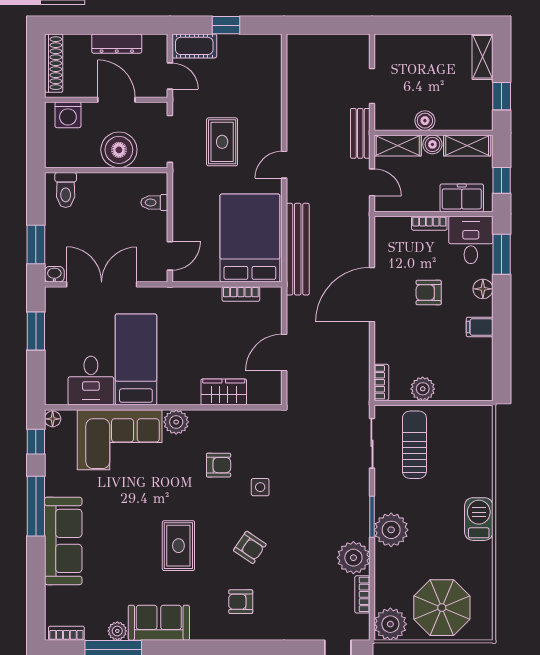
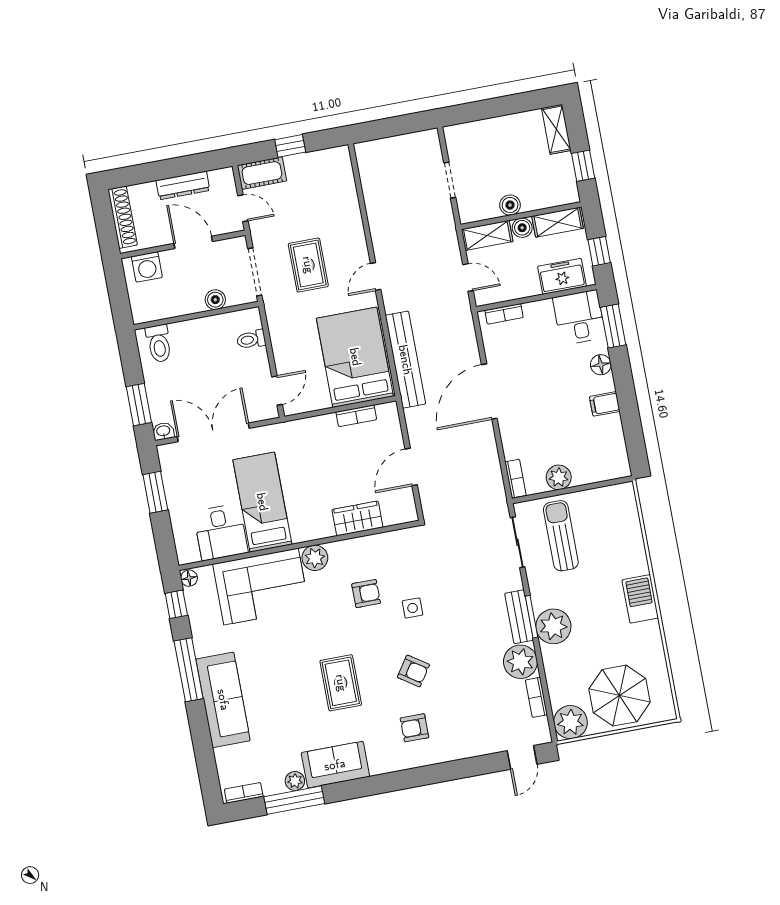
bench: (360, 133) -> (519, 617), moved
boiler: (119, 150) -> (215, 300), width x0.54, depth x0.54
bookcase: (429, 223) -> (504, 314), moved
armchair: (429, 293) -> (546, 379), removed

